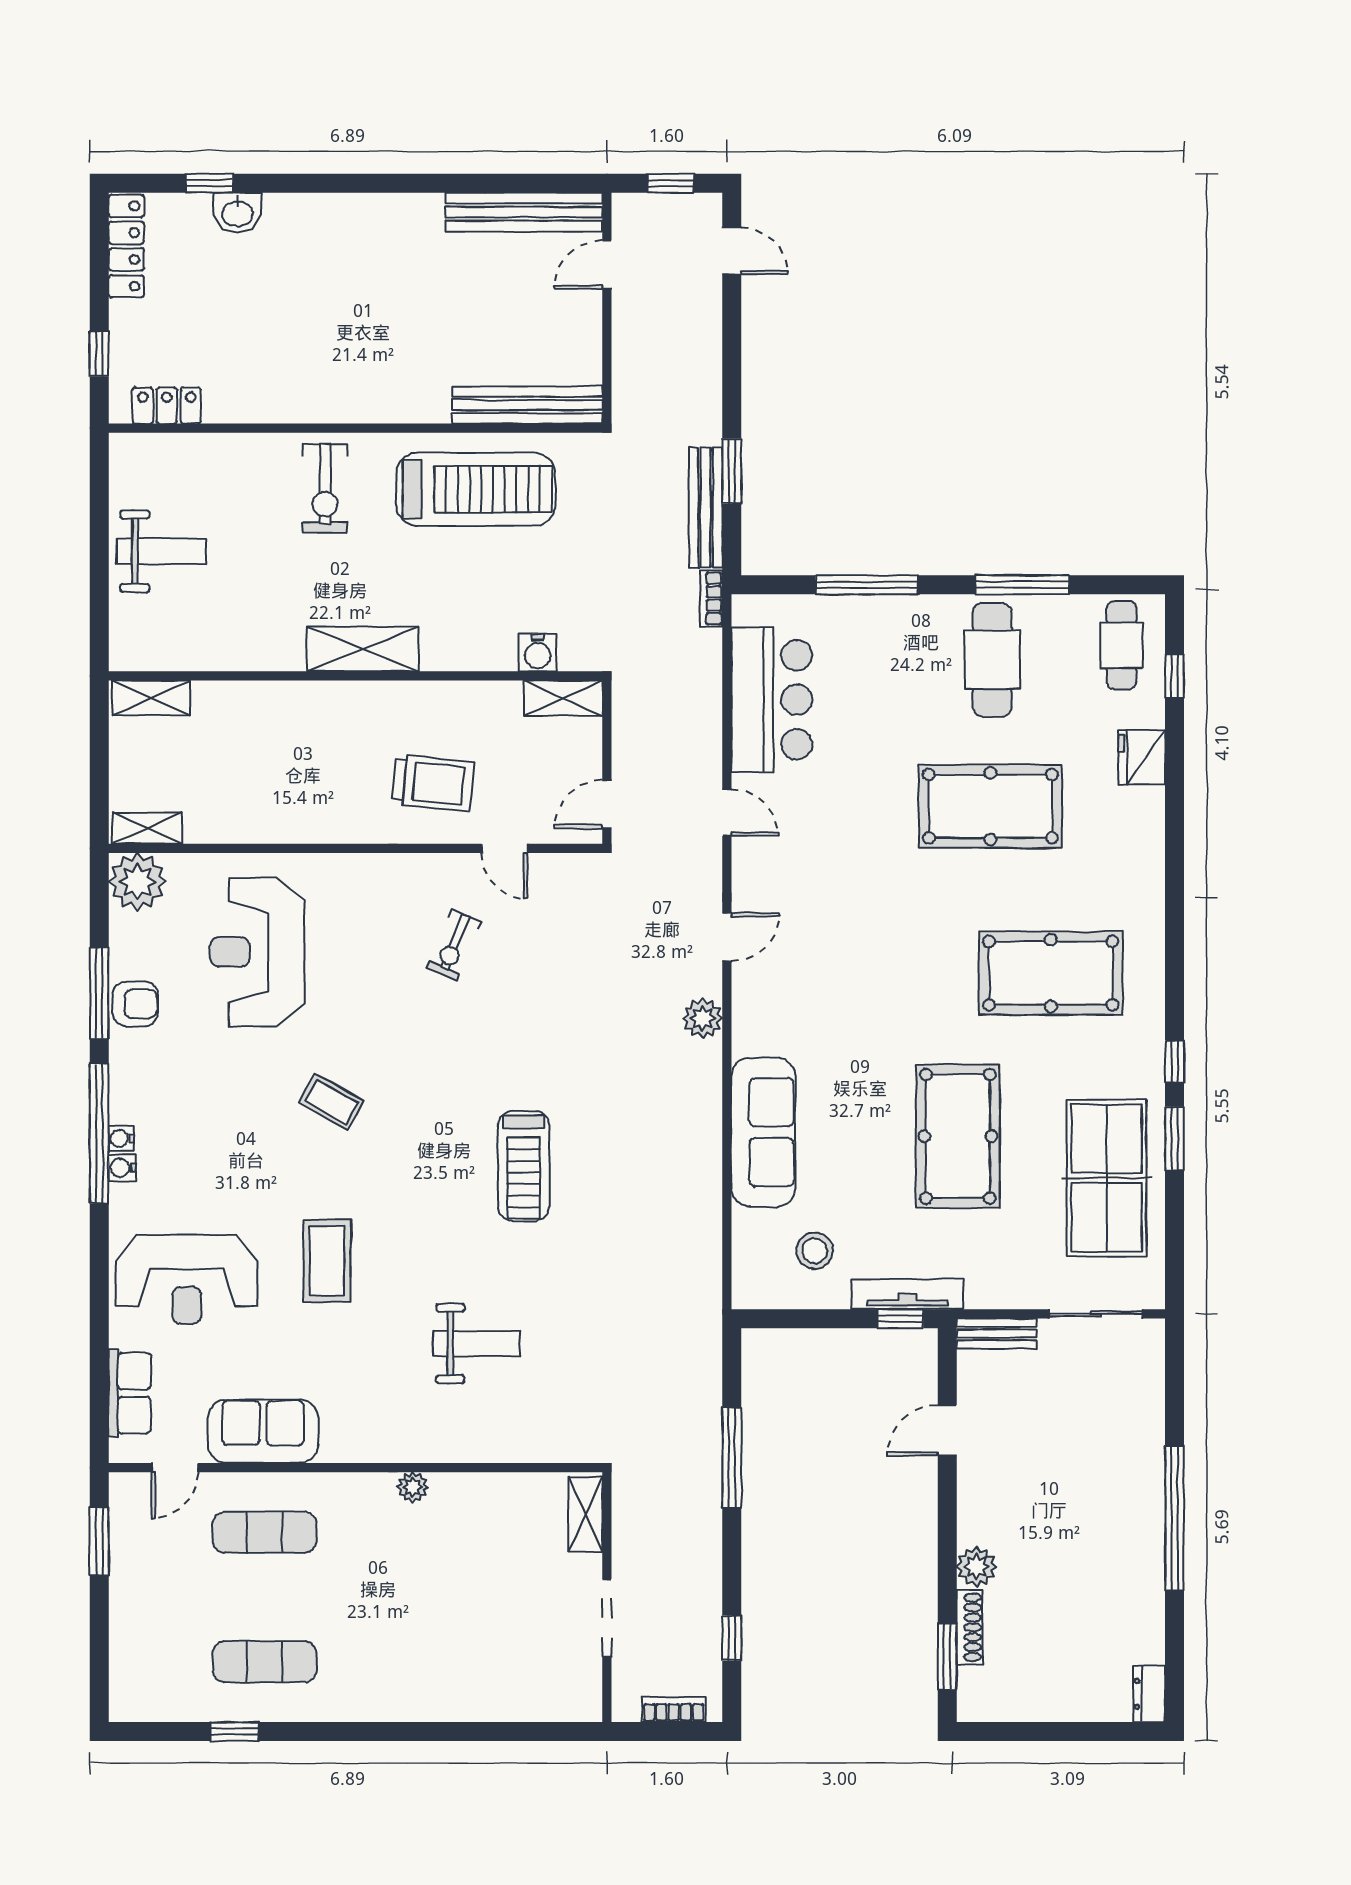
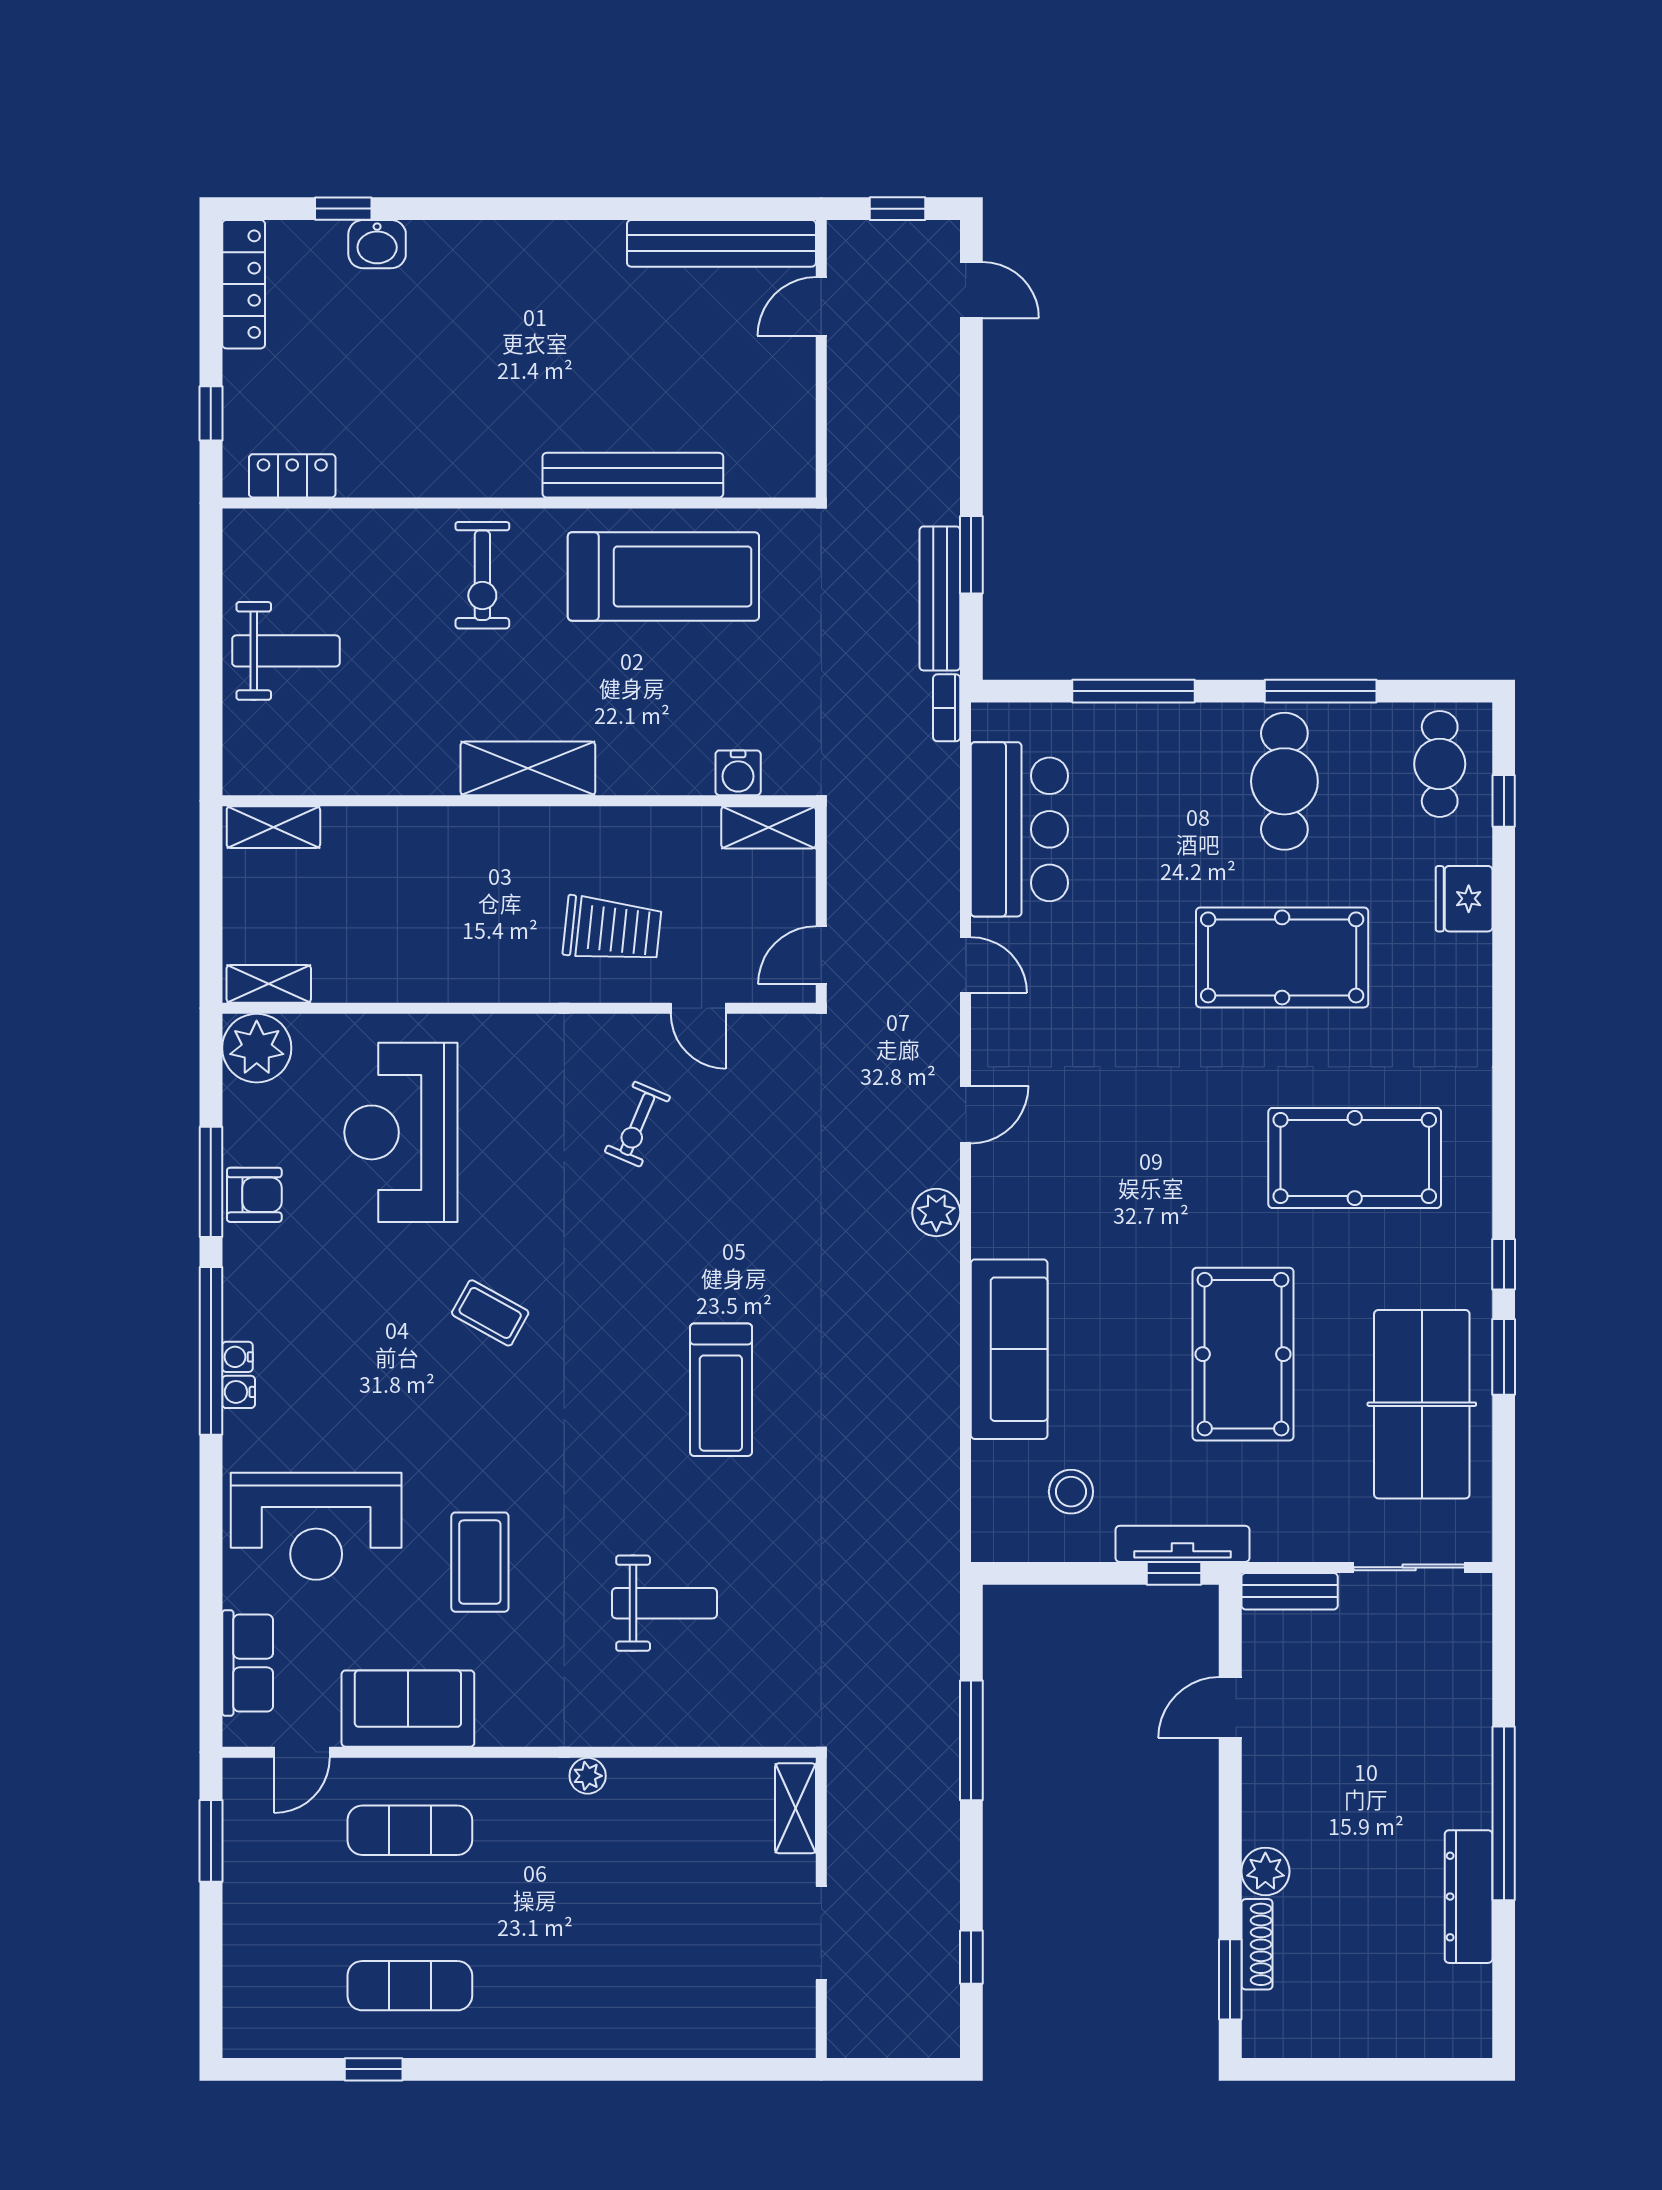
bench: (527, 405) -> (633, 475), moved
coffee table: (327, 1261) -> (480, 1562), moved
dresser: (1149, 1694) -> (1469, 1897), moved, width x1.96, depth x1.24
bookcase: (674, 1709) -> (902, 2043), removed

